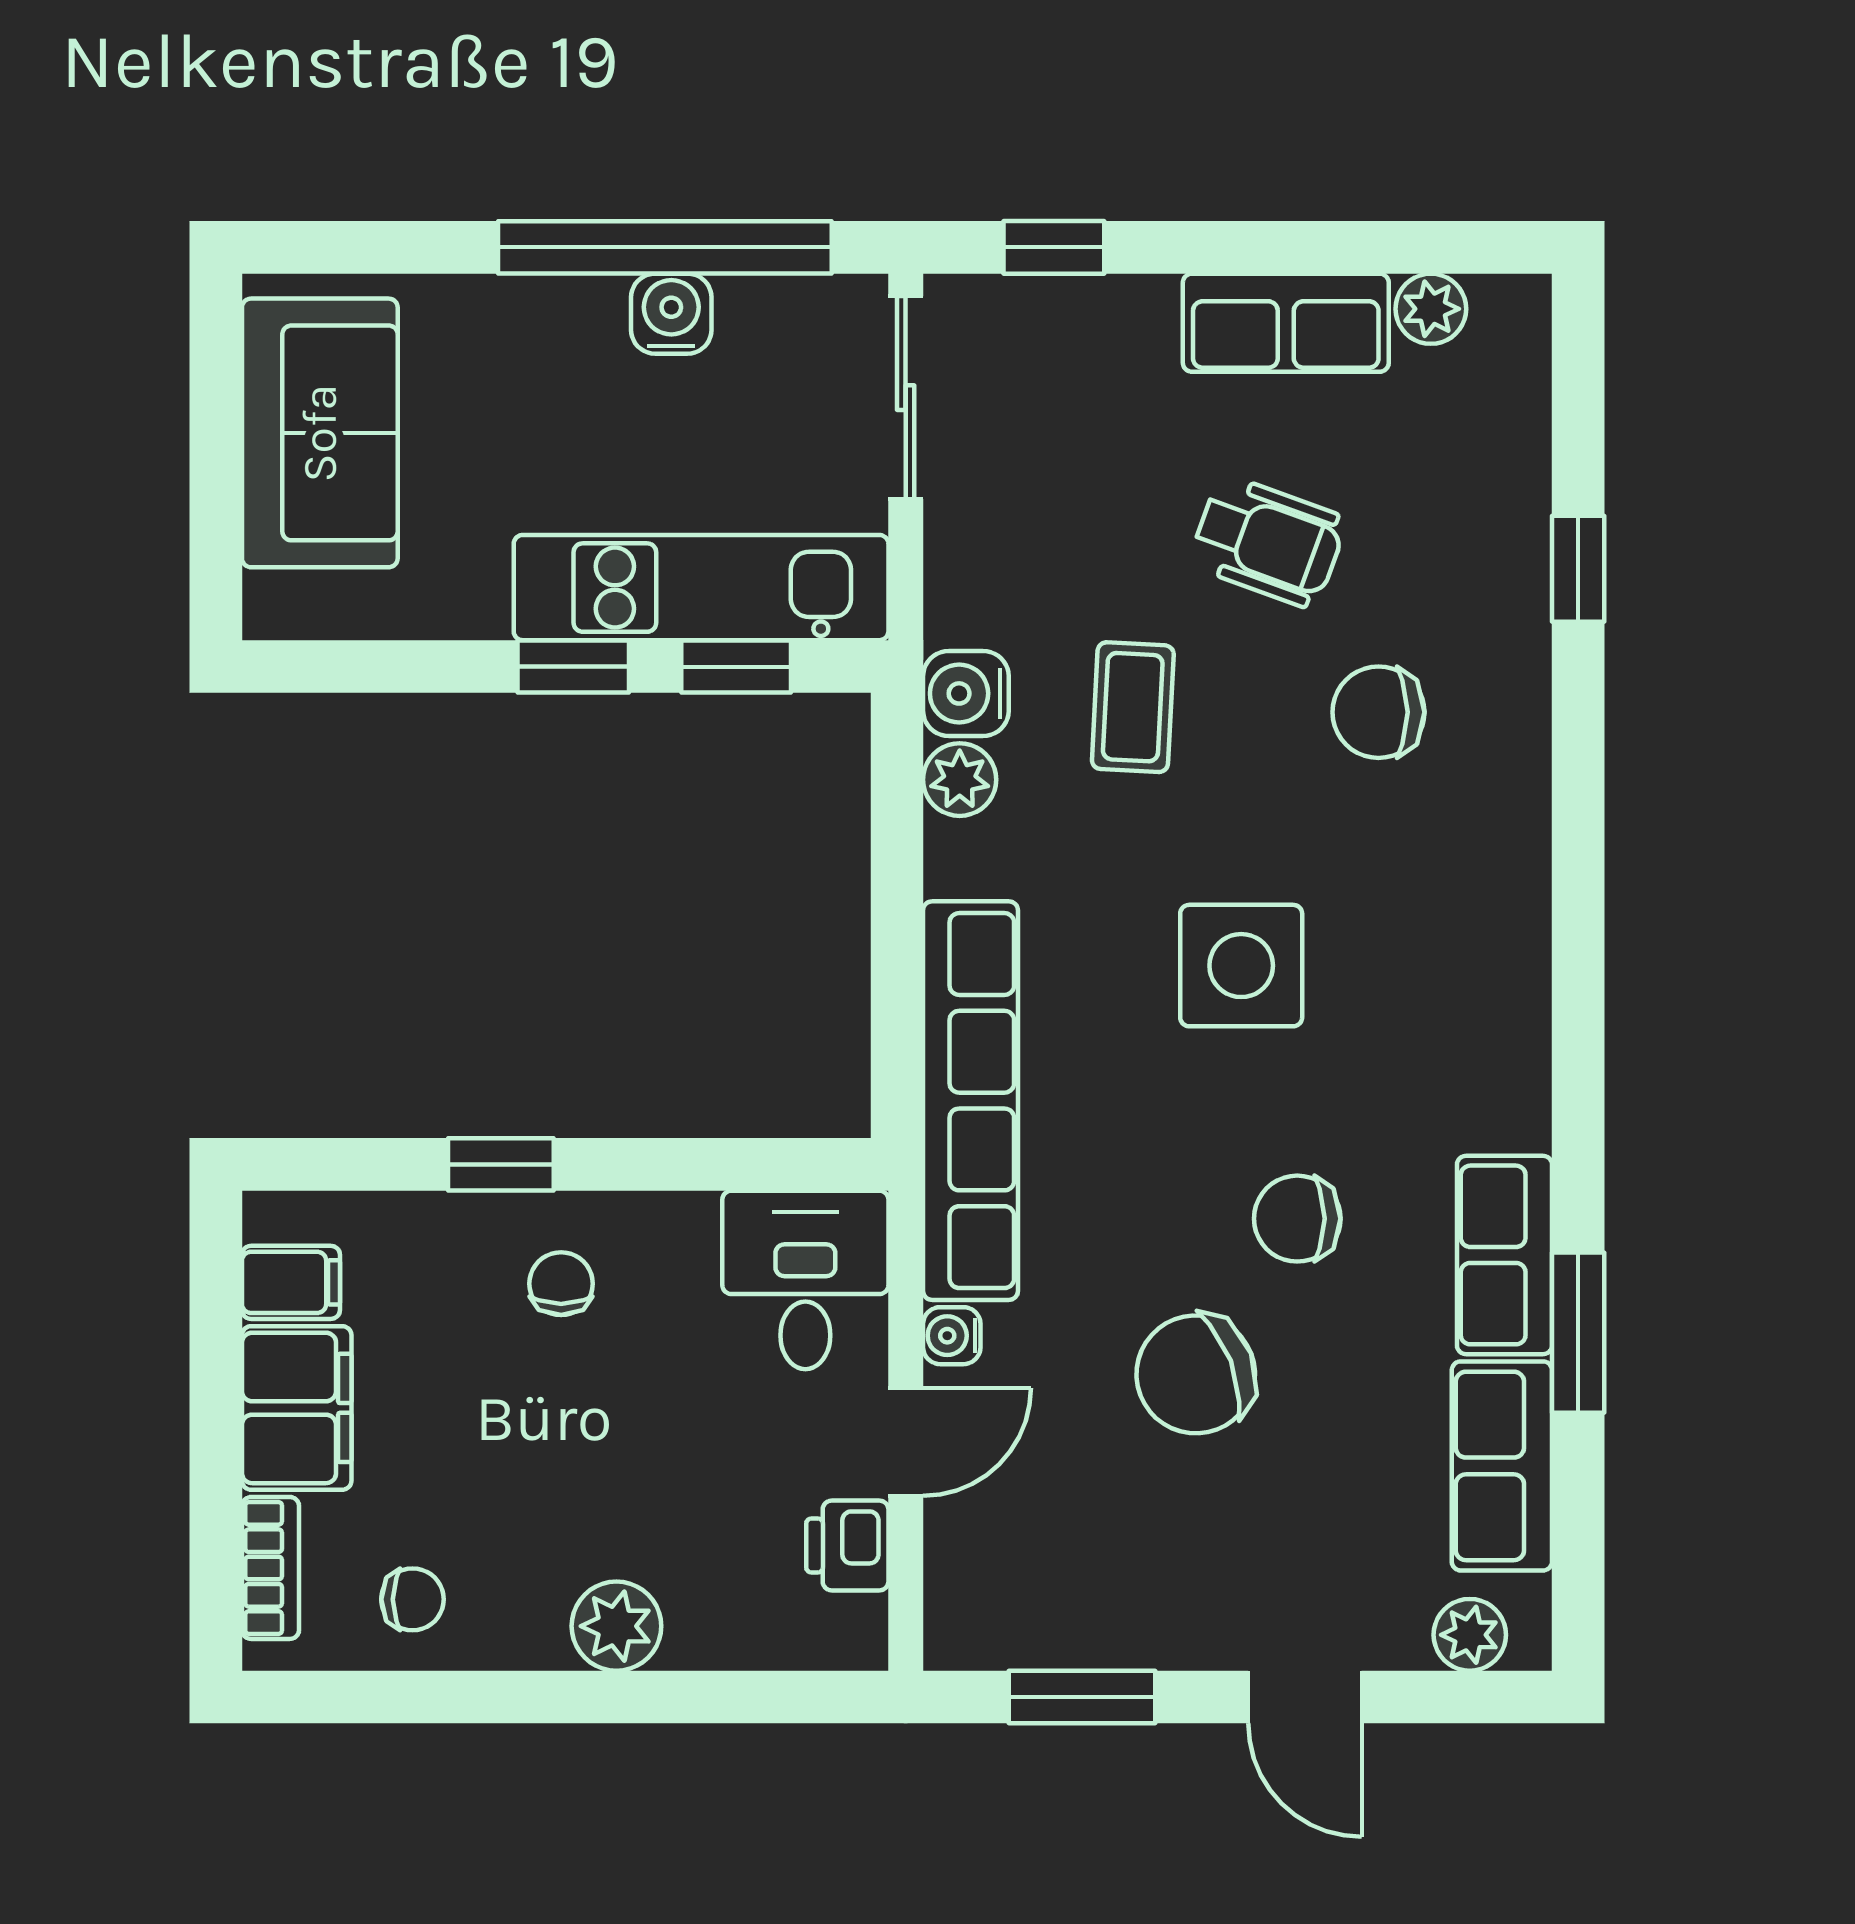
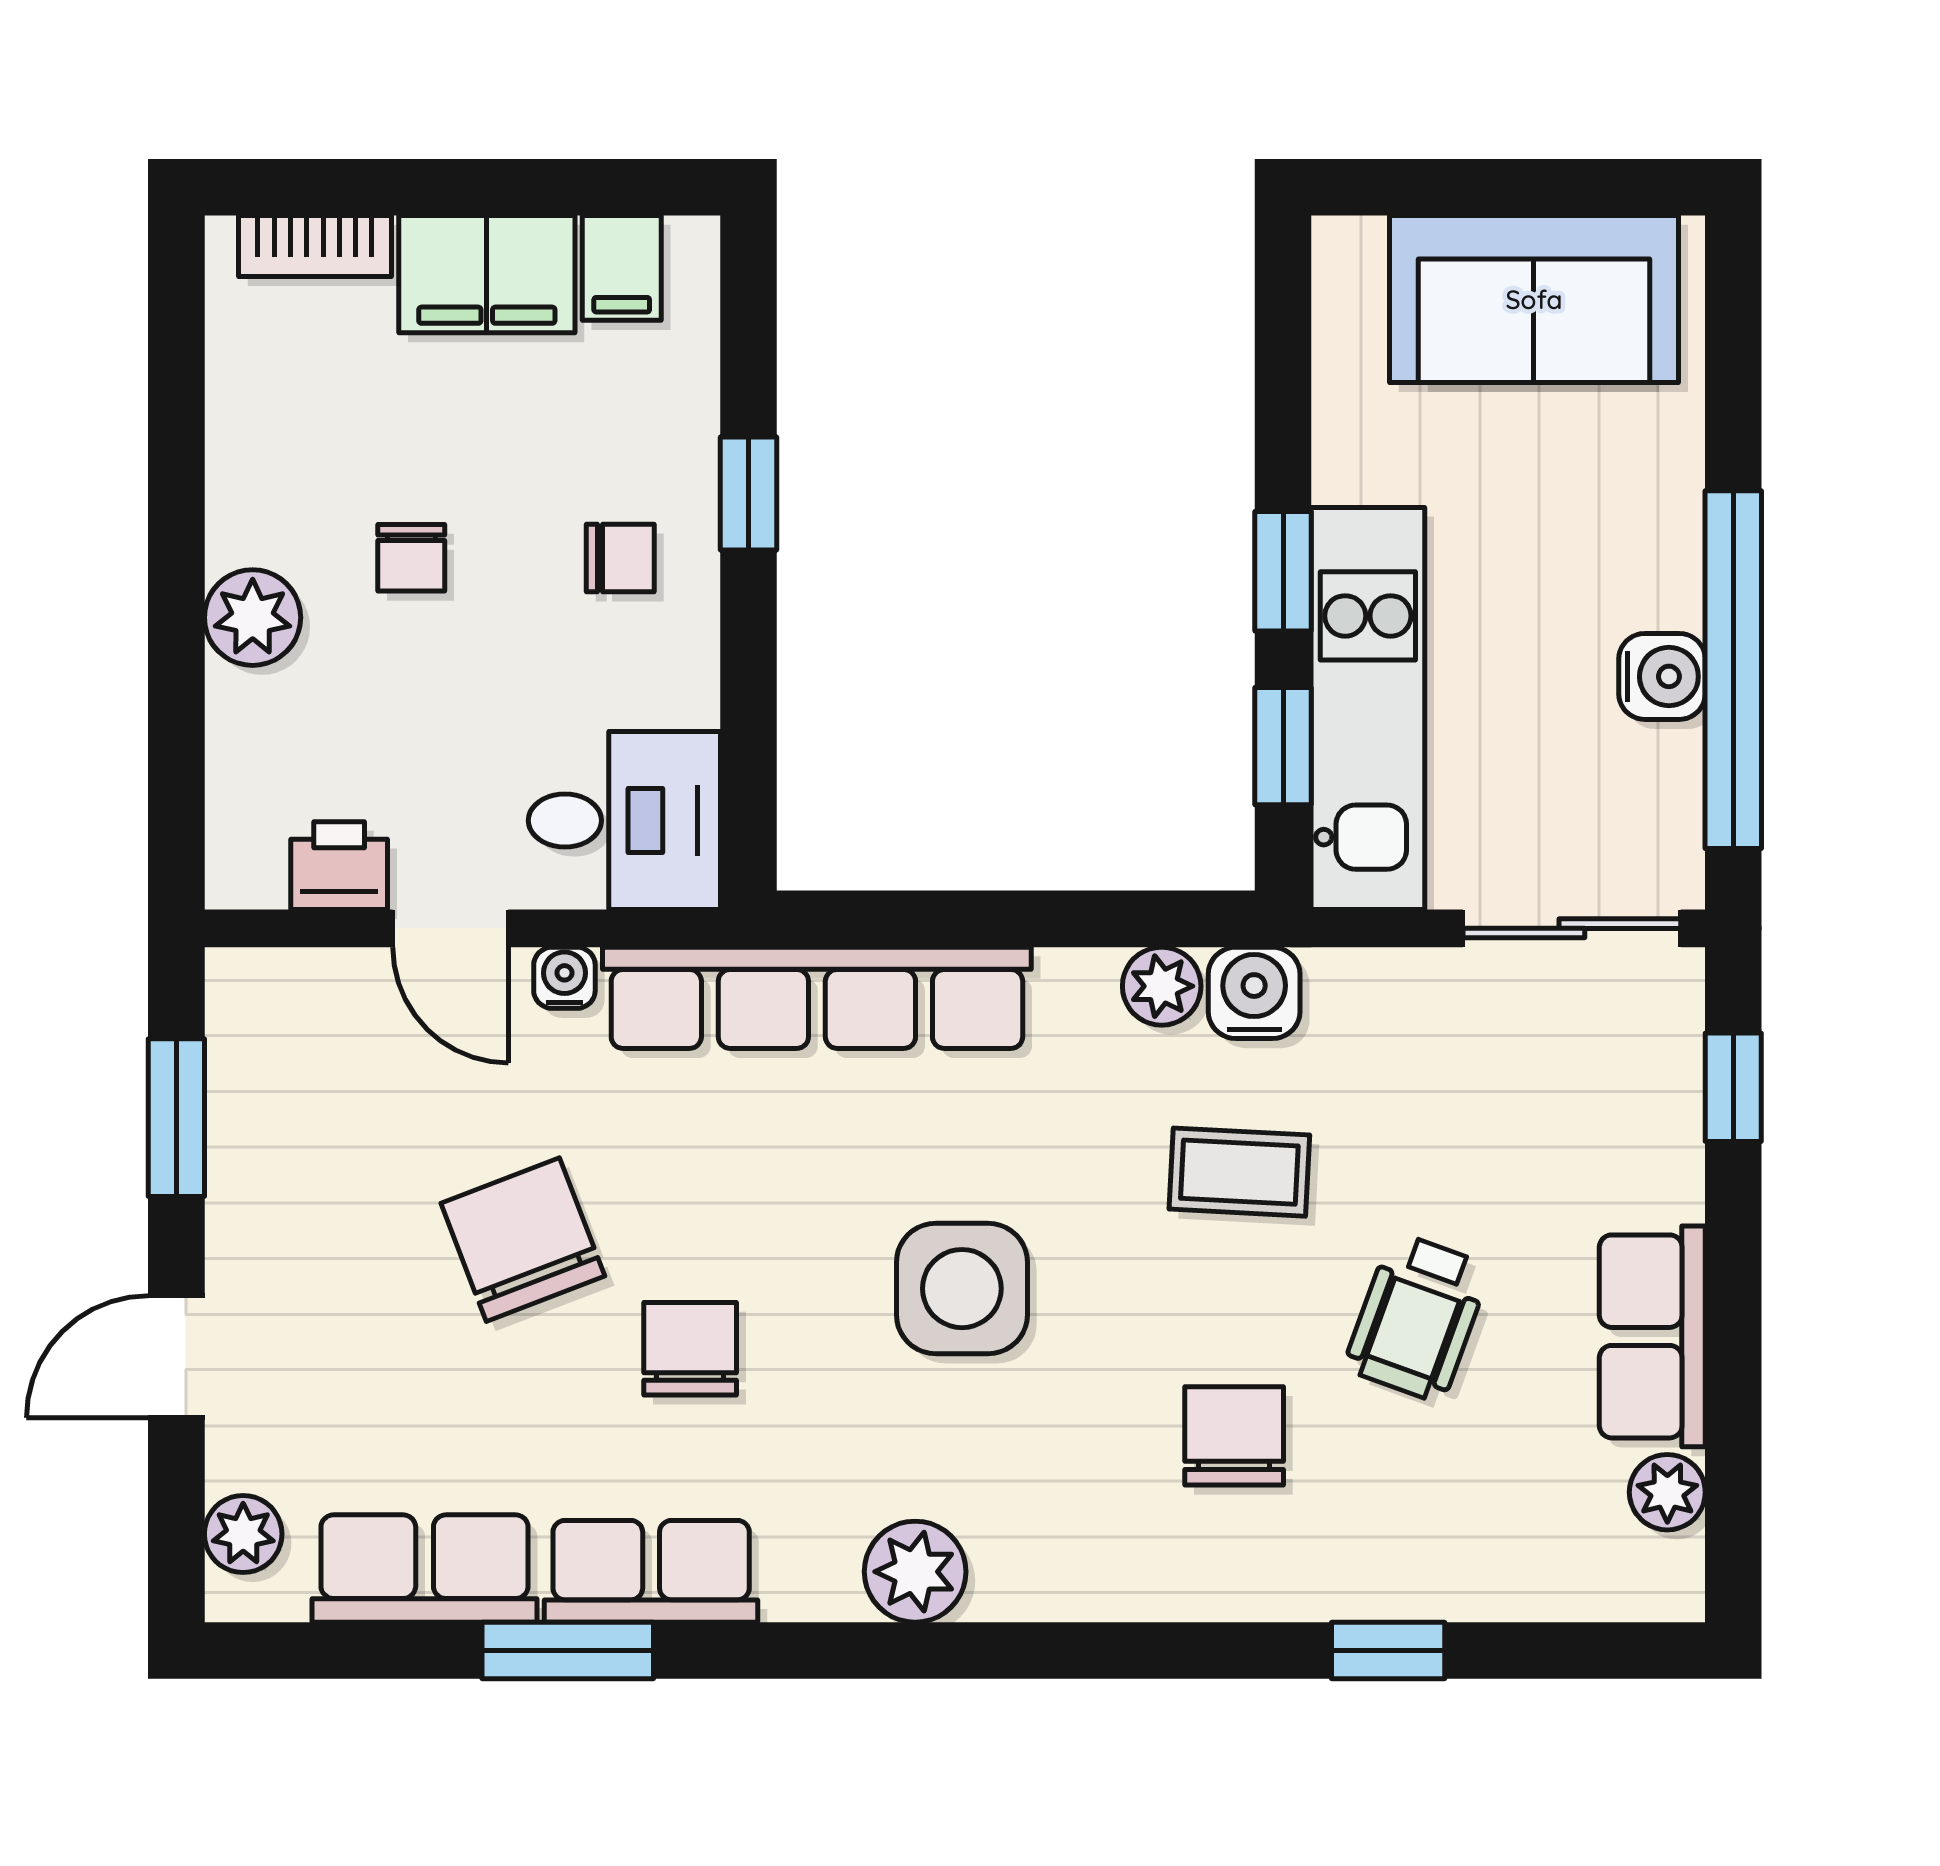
plant: (1505, 1009) -> (915, 1572), added
chair: (413, 1599) -> (411, 558), moved

